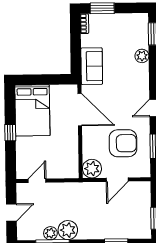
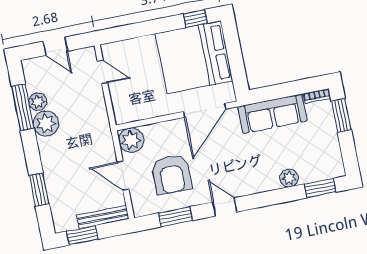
sofa: (92, 66) -> (272, 114), width x1.36
bed: (32, 110) -> (194, 57), width x1.36
window: (10, 133) -> (195, 19), moved
bench: (145, 201) -> (103, 217), added

